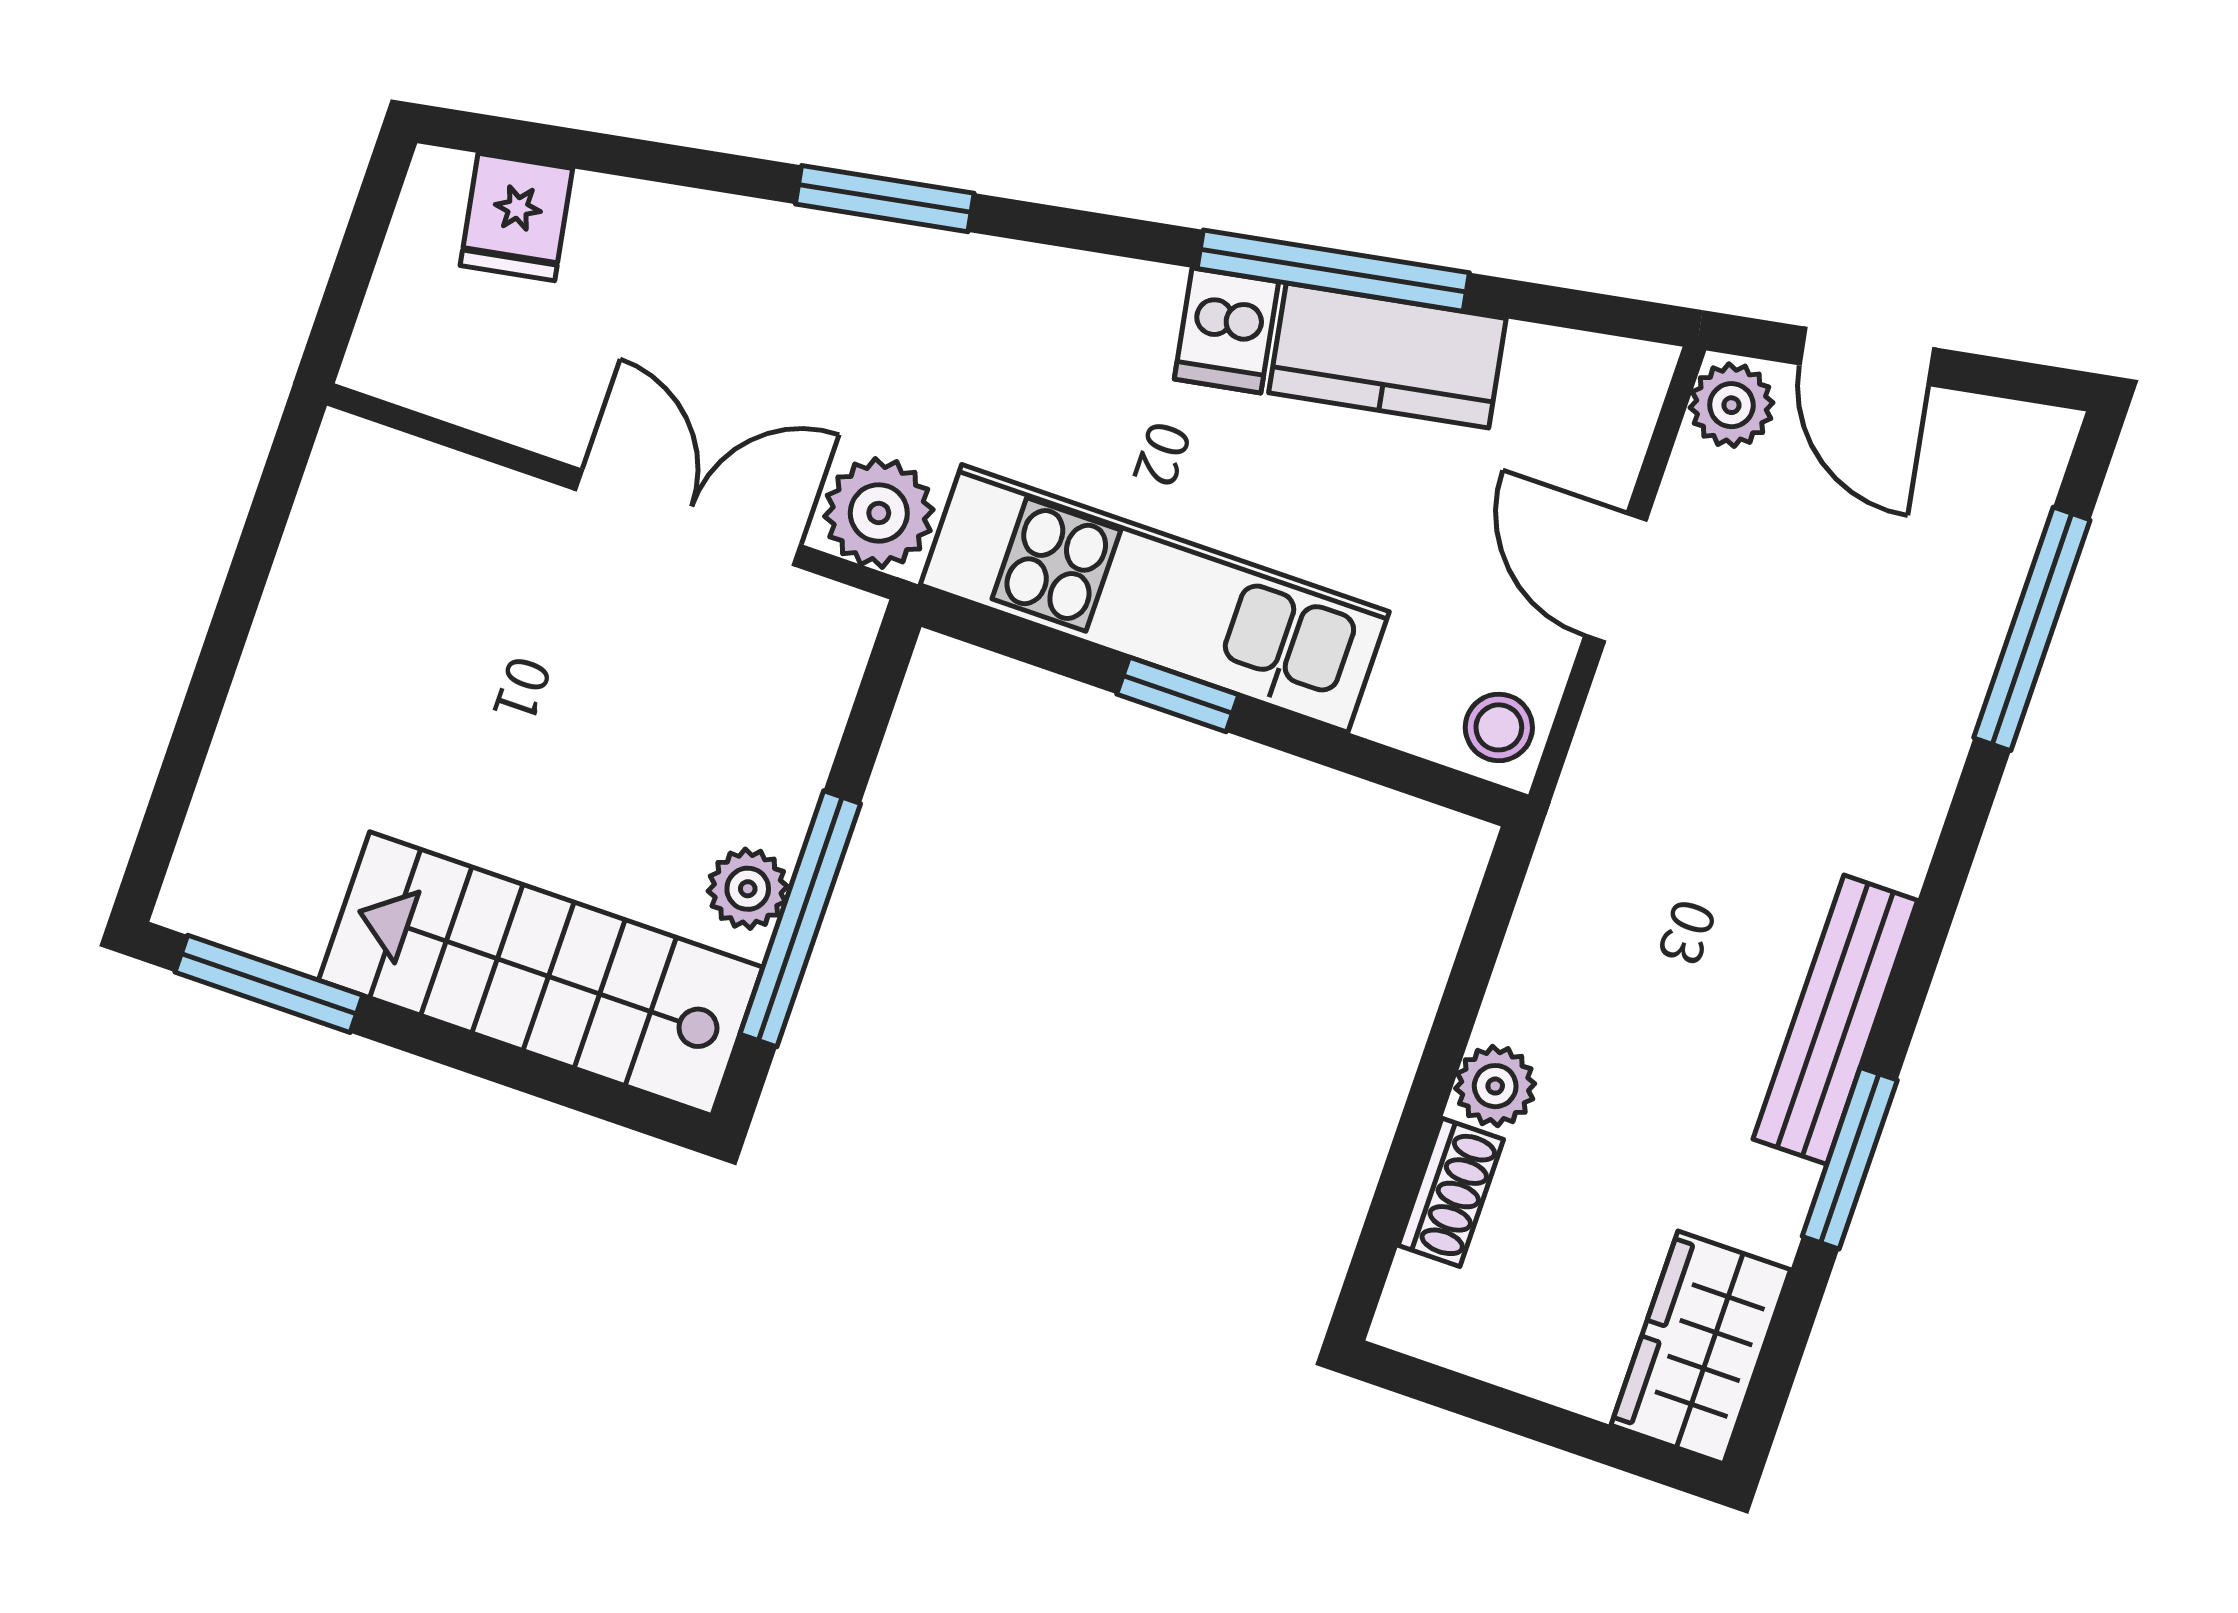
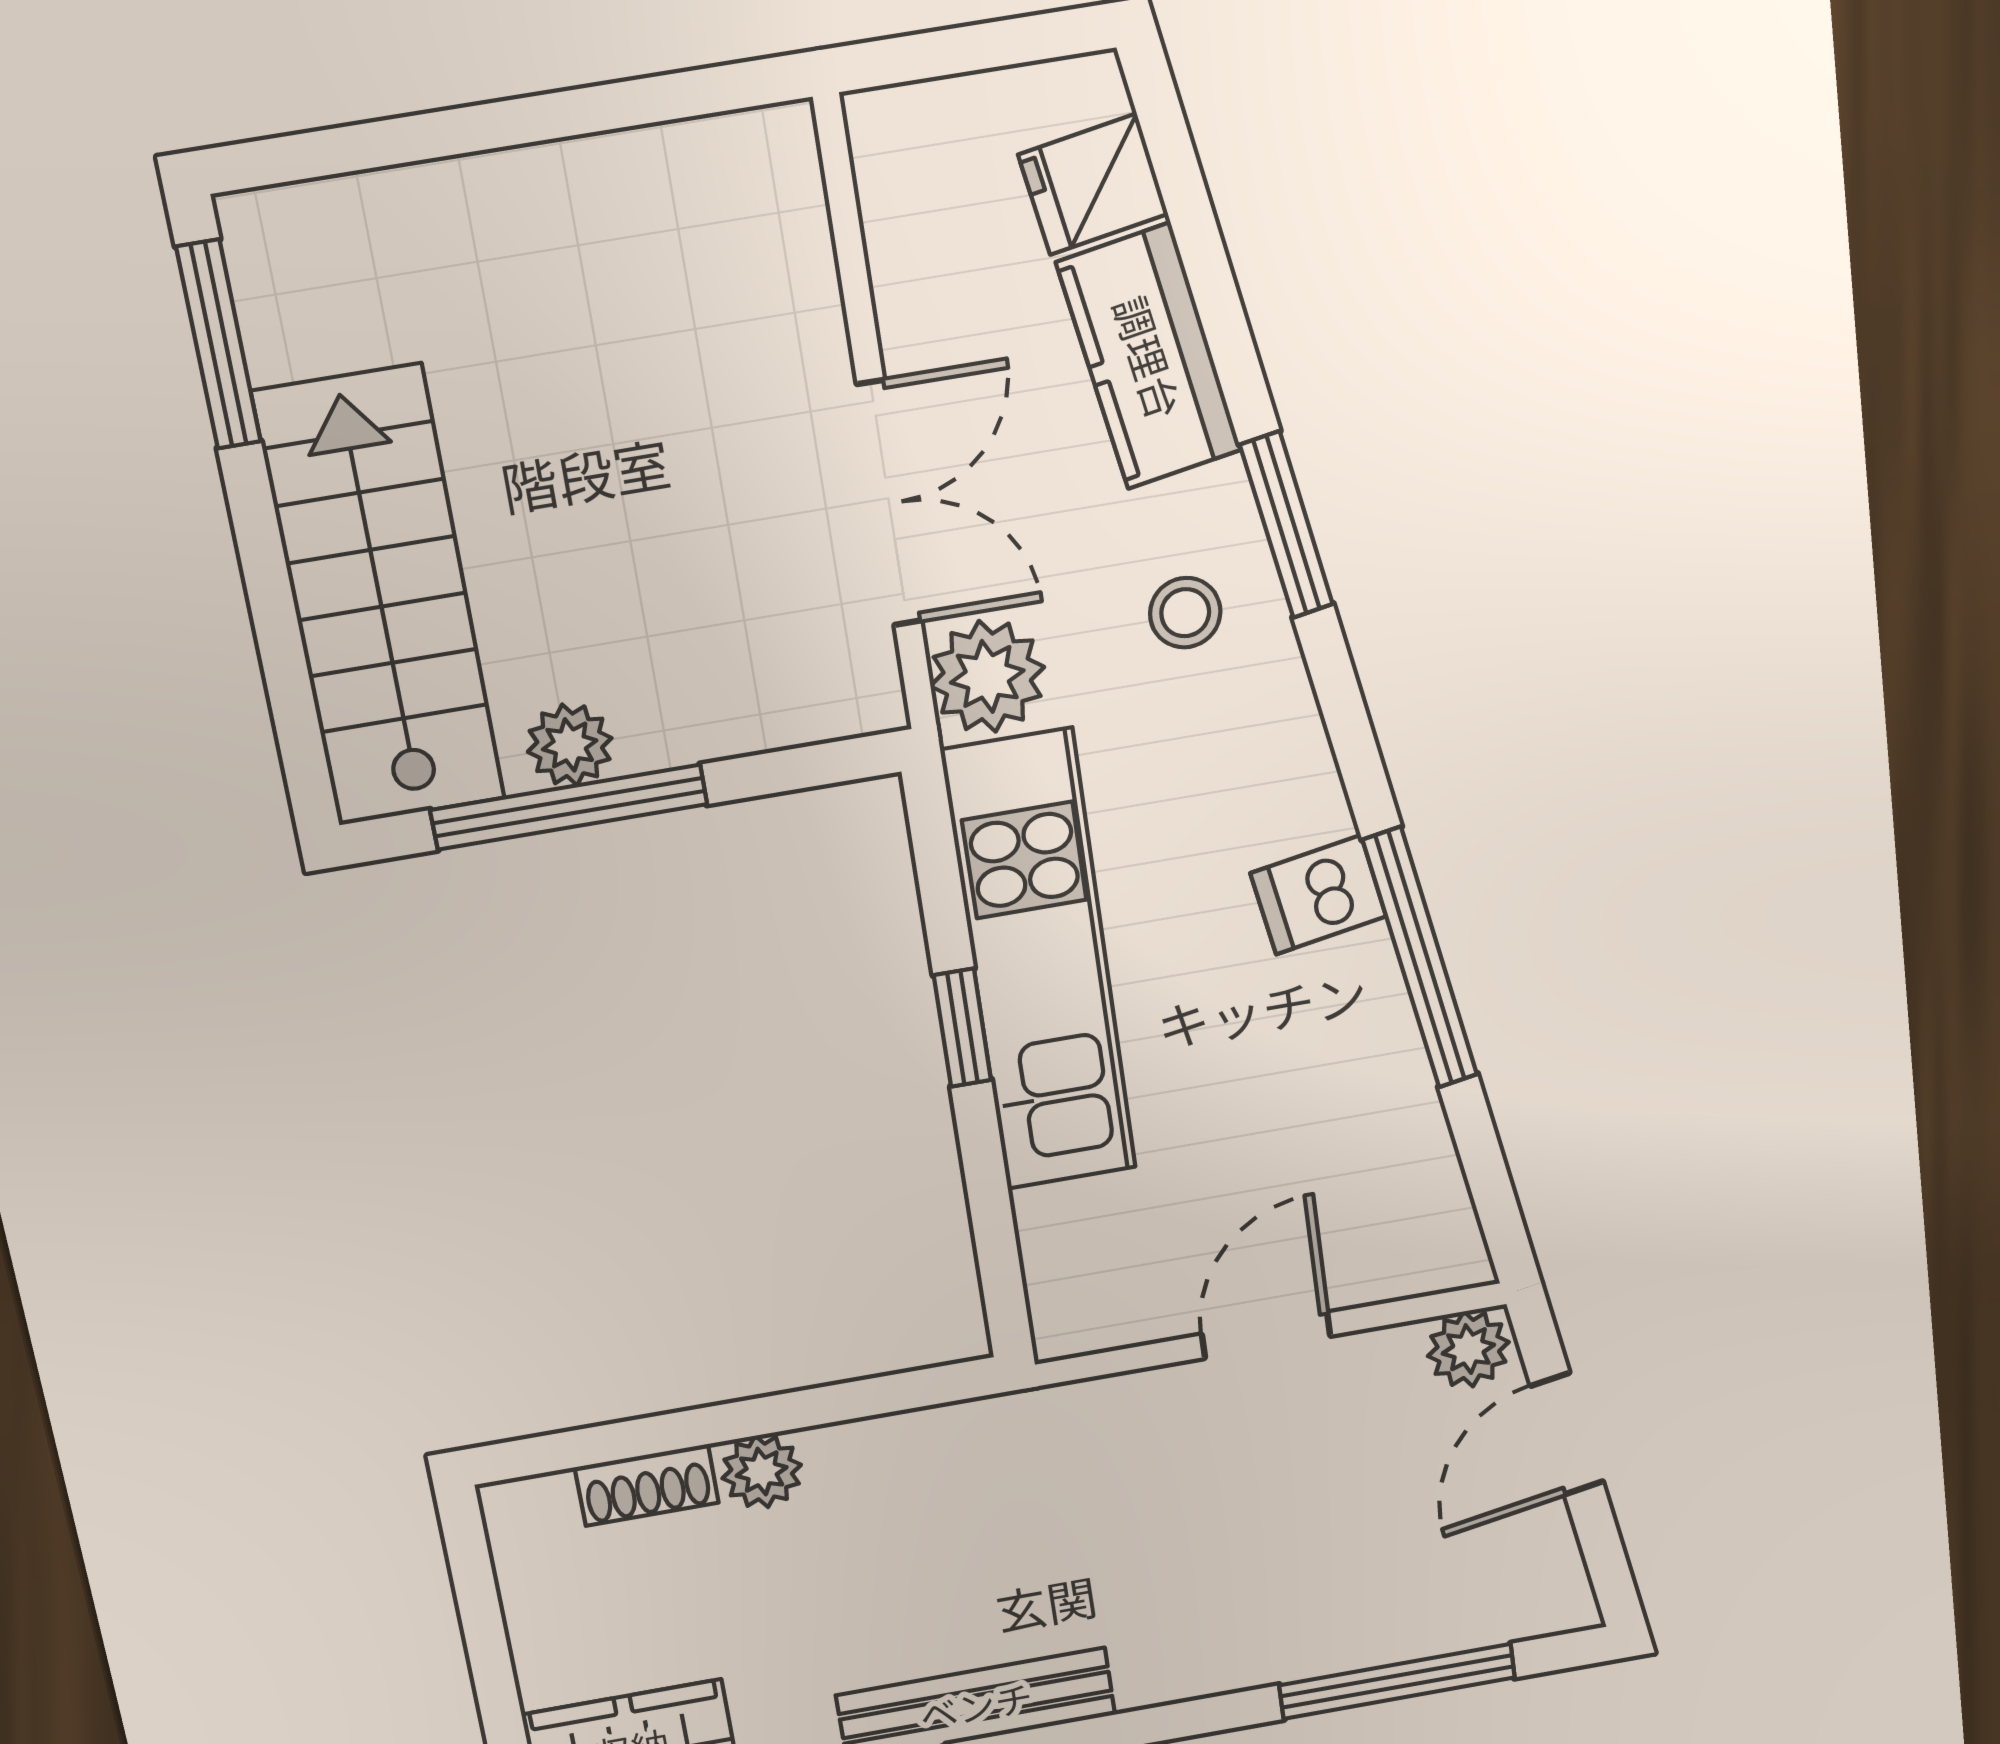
kitchen counter: (1387, 356) -> (1149, 357), moved
stool: (1499, 727) -> (1185, 613), moved

